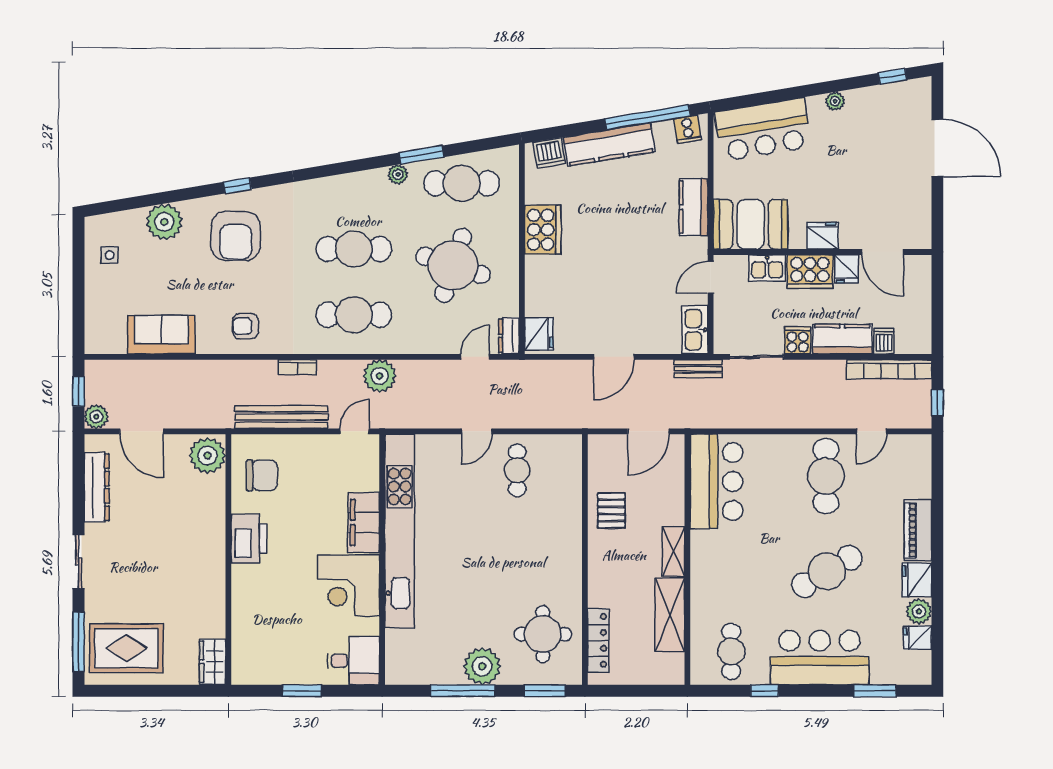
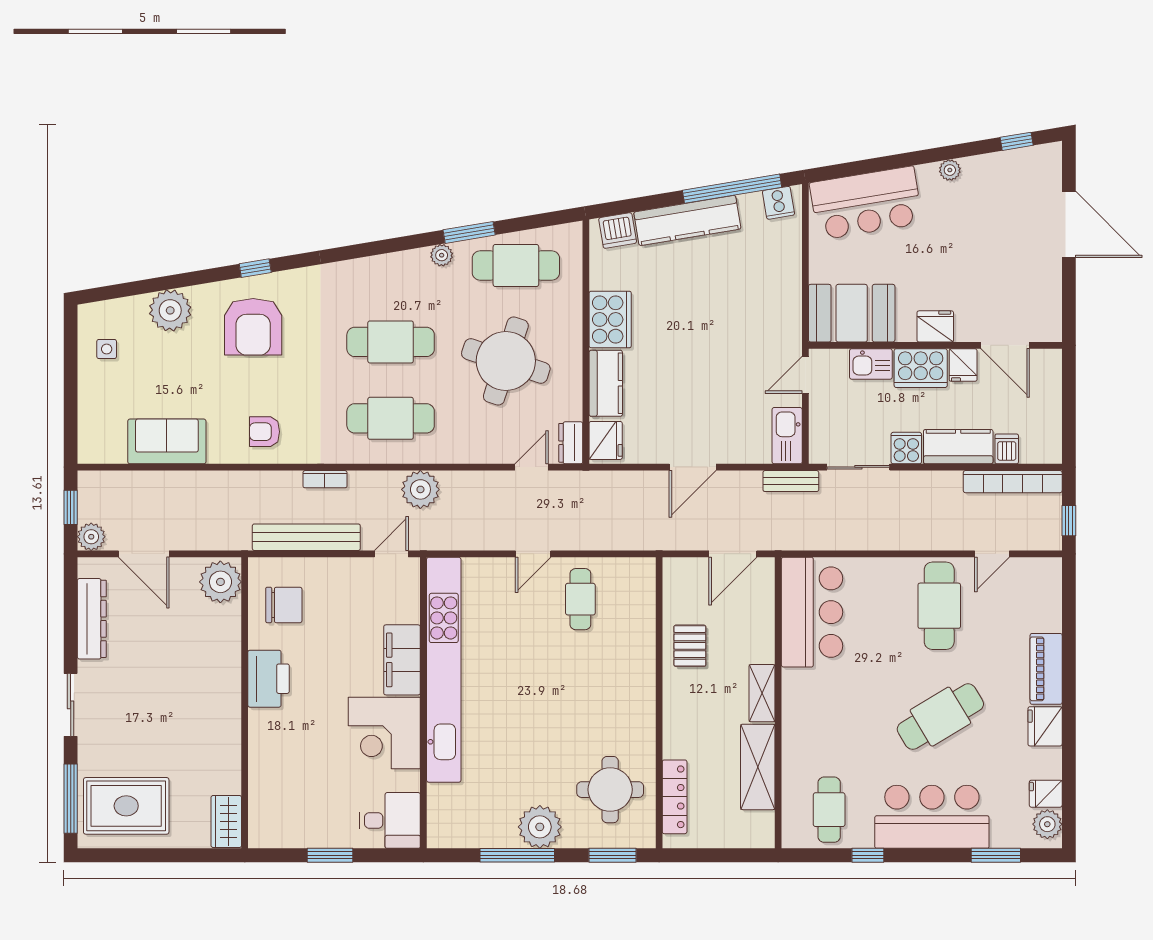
kitchen counter: (694, 207) -> (606, 383), moved, turned 180
plant: (919, 611) -> (1047, 824), moved

